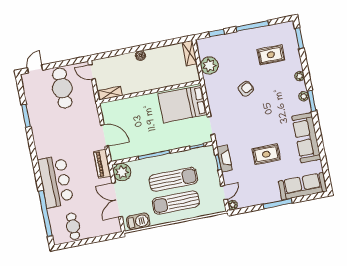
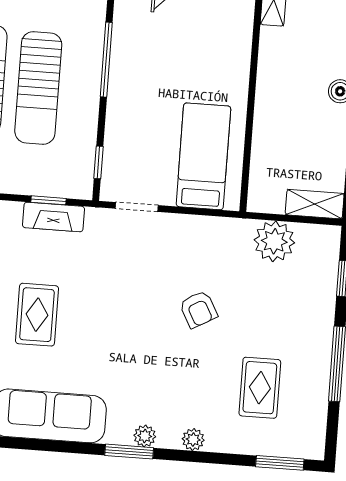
bed: (183, 104) -> (203, 156), width x0.67

